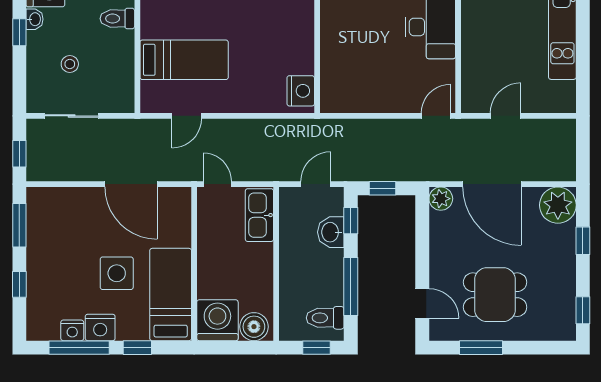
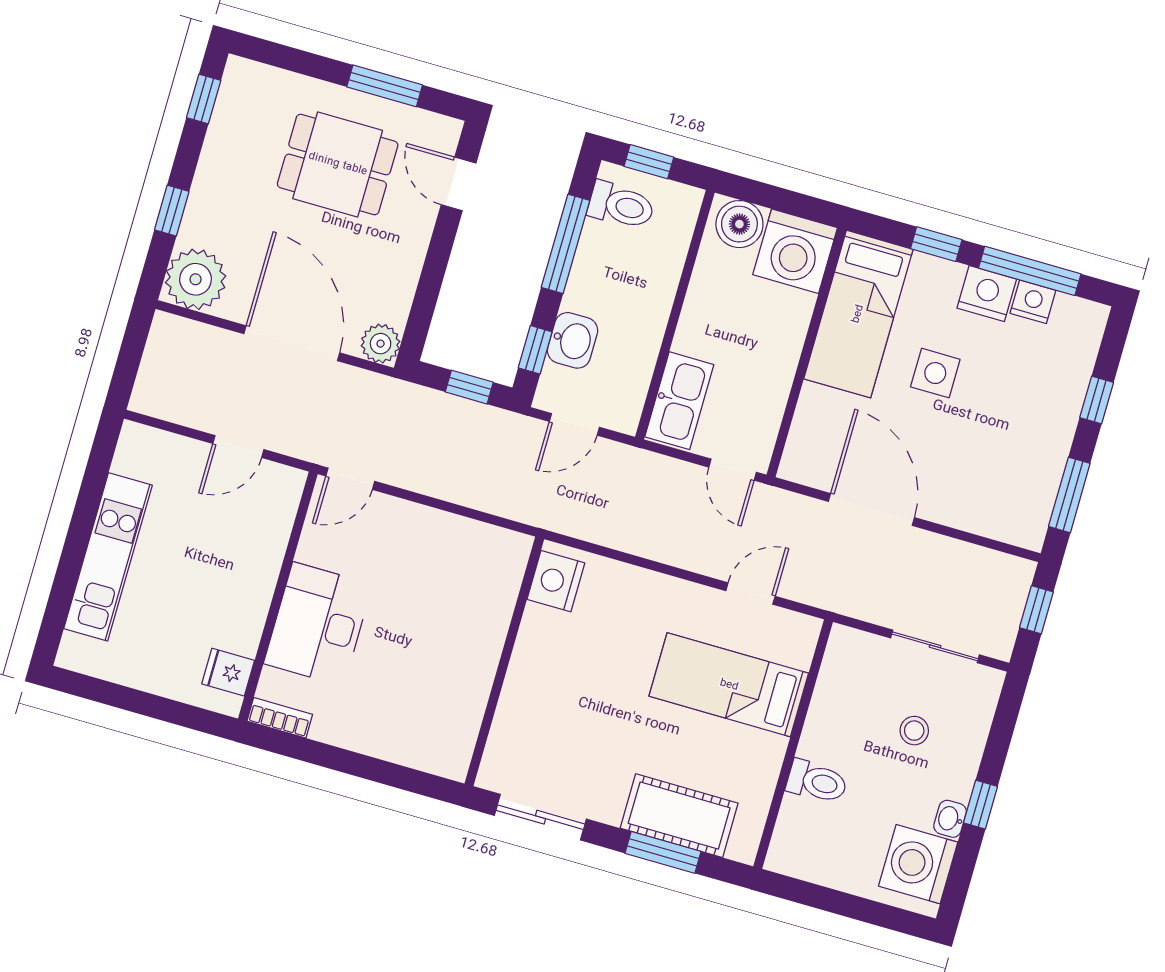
side table: (117, 273) -> (935, 373), width x0.73, depth x0.73

